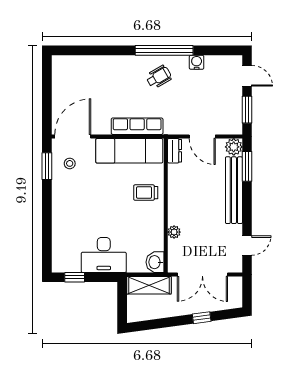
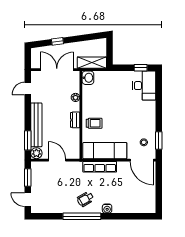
water cooler: (197, 62) -> (107, 209), moved
door: (73, 136) -> (142, 160), hinge flipped
dresser: (175, 151) -> (75, 120), moved
desk: (104, 255) -> (144, 86), moved, turned 90

